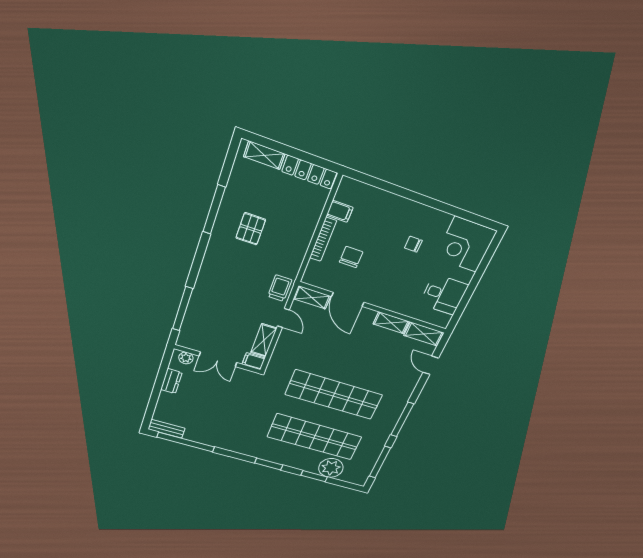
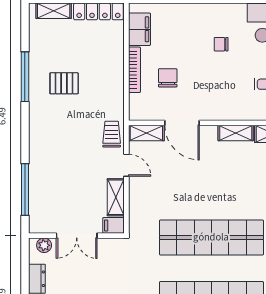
filing cabinet: (340, 211) -> (139, 29), width x2.00
pallet: (251, 229) -> (64, 83), turned 90

